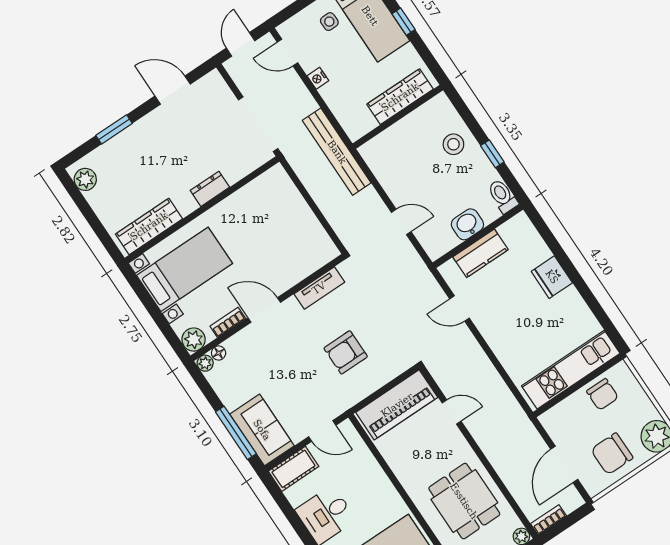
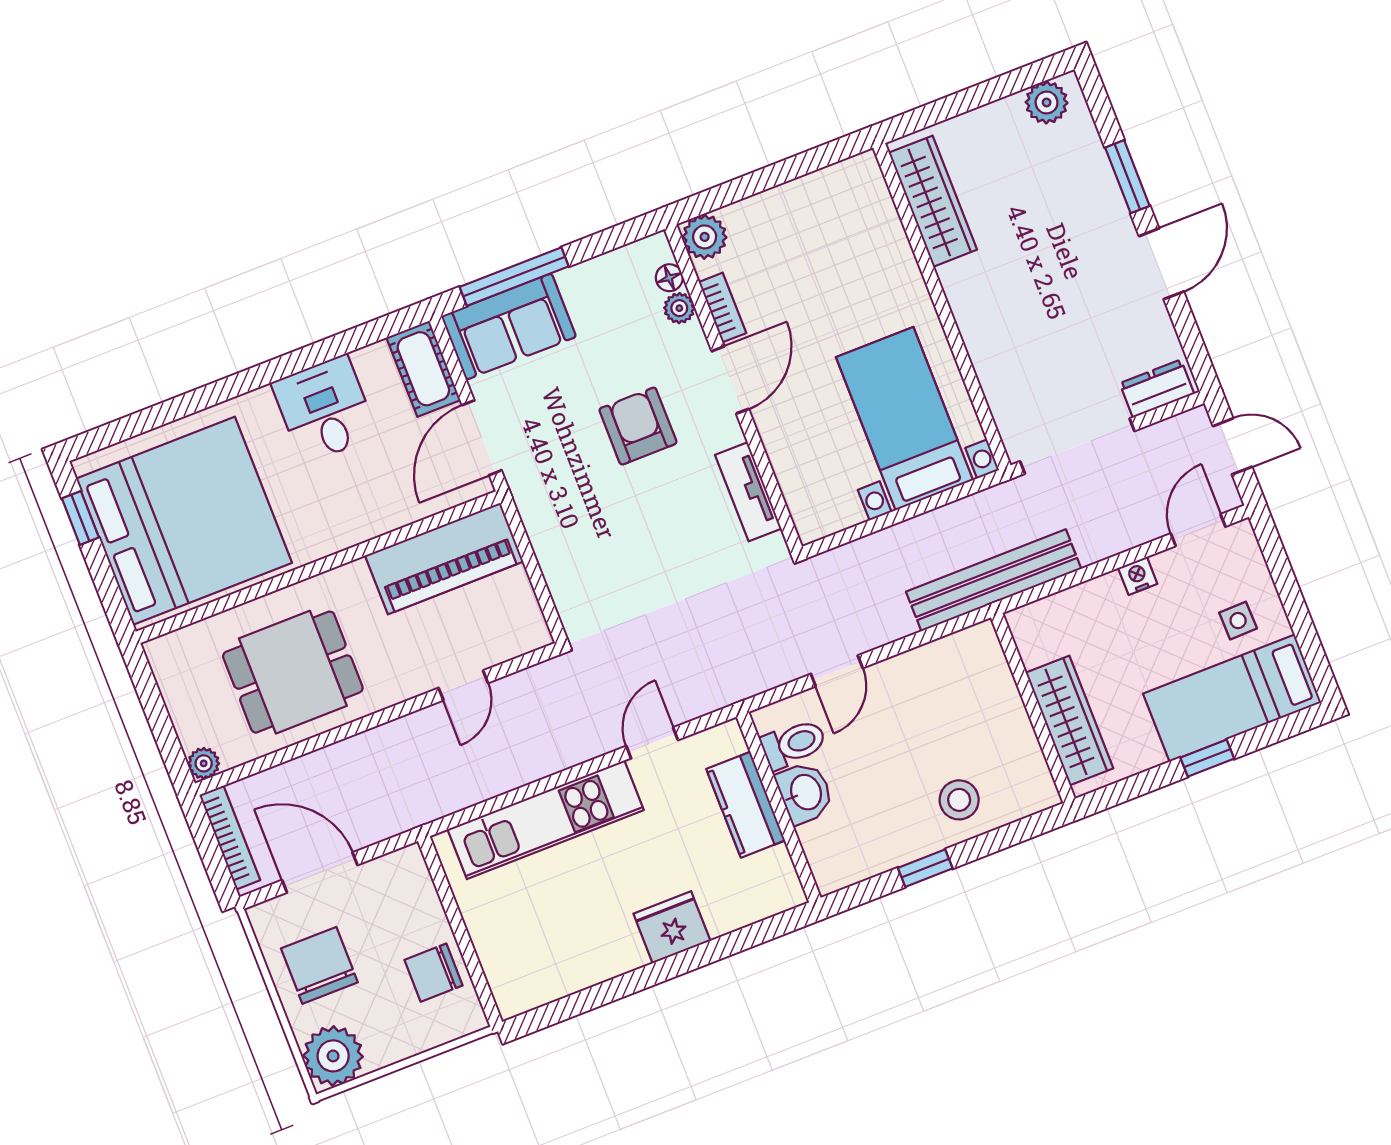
door: (173, 90) -> (1161, 264), moved
dresser: (210, 189) -> (1157, 389), moved, turned -90
toilet: (503, 196) -> (794, 744), moved
bed with nightstands: (185, 269) -> (905, 419), moved, turned 180
armchair: (346, 352) -> (638, 426), moved
plant: (205, 363) -> (679, 308), moved
kitchen unit: (571, 370) -> (546, 820), moved, turned 90
piano: (397, 405) -> (444, 559), moved, turned -90
door: (322, 431) -> (482, 438), width x1.38
bookcase: (549, 520) -> (230, 838), width x1.56

